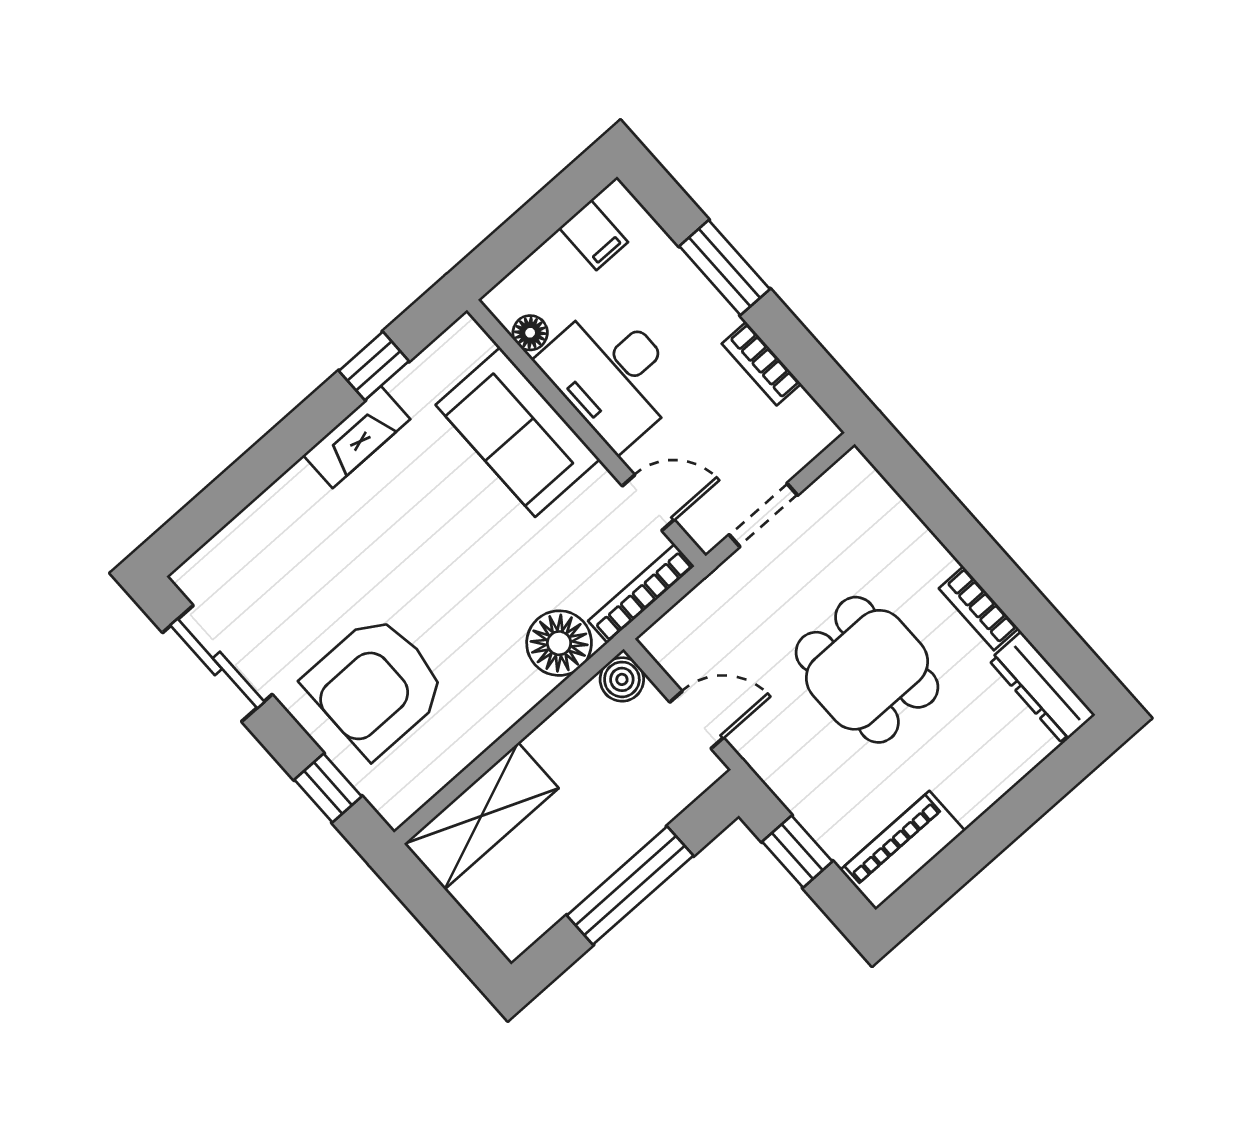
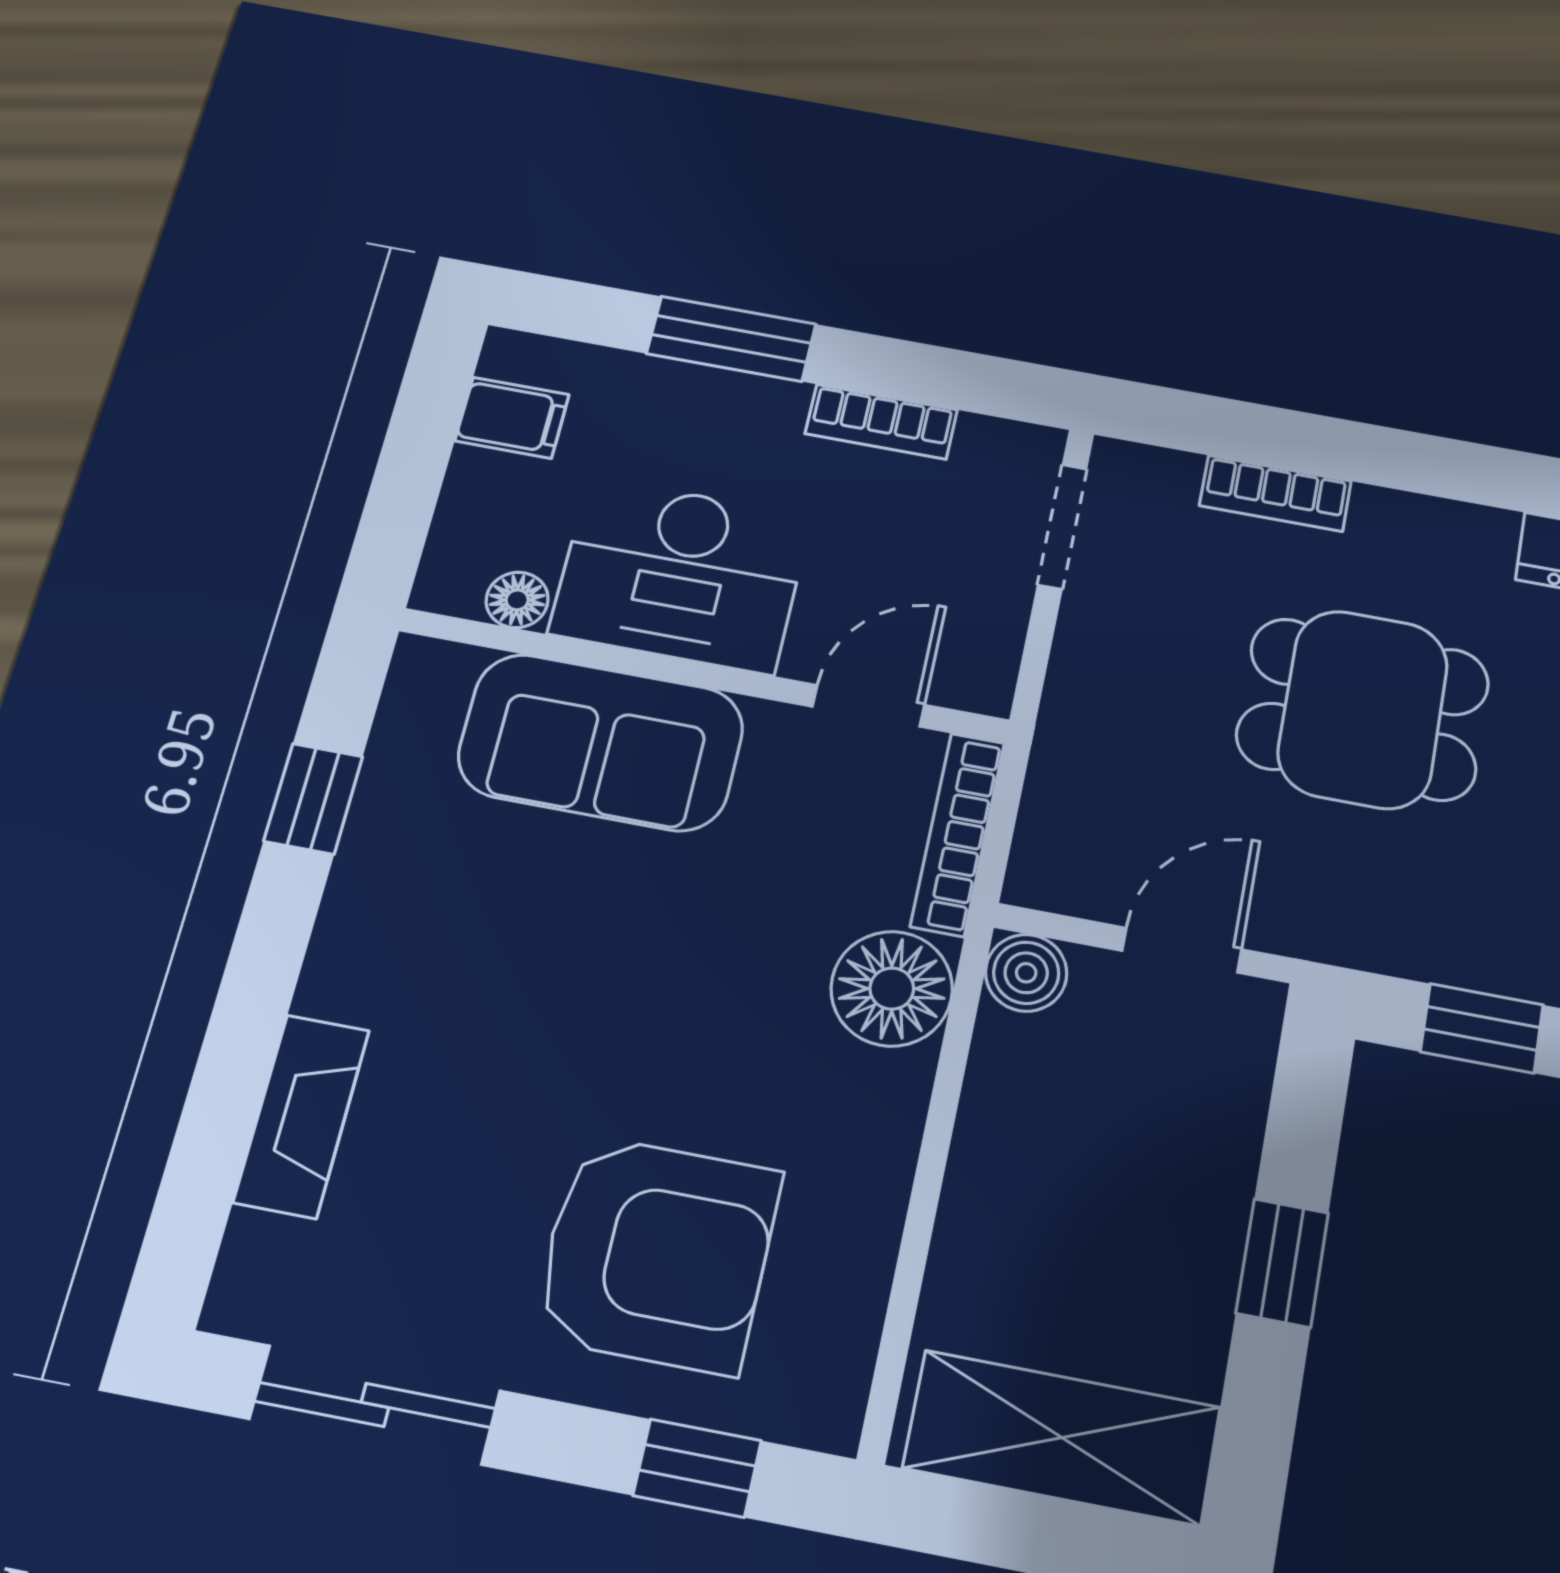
fireplace: (357, 437) -> (302, 1116), moved
doorway: (763, 515) -> (1062, 527), moved
bookcase: (979, 608) -> (1275, 493), moved
armchair: (376, 686) -> (657, 1254), turned -90
shelving: (481, 816) -> (1062, 1438), moved, turned 90
window: (630, 886) -> (1282, 1263), width x0.46

